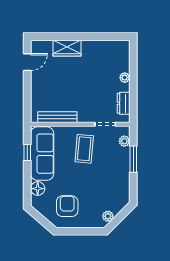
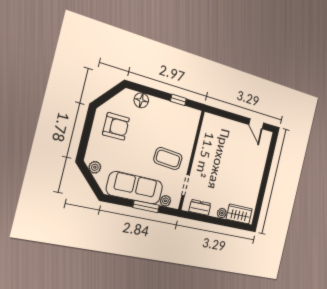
wardrobe: (67, 48) -> (239, 214), moved, turned 90
bench: (57, 117) -> (203, 139), removed
sofa: (42, 154) -> (135, 188), moved, turned 180

